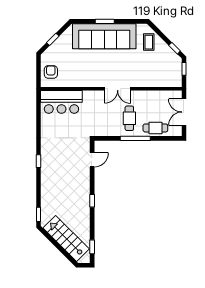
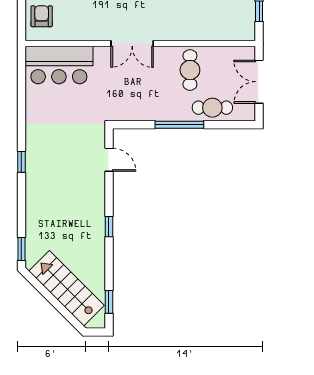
double door: (118, 89) -> (132, 44), moved
cafe table: (129, 118) -> (190, 70), moved
door: (92, 160) -> (109, 160), hinge flipped

